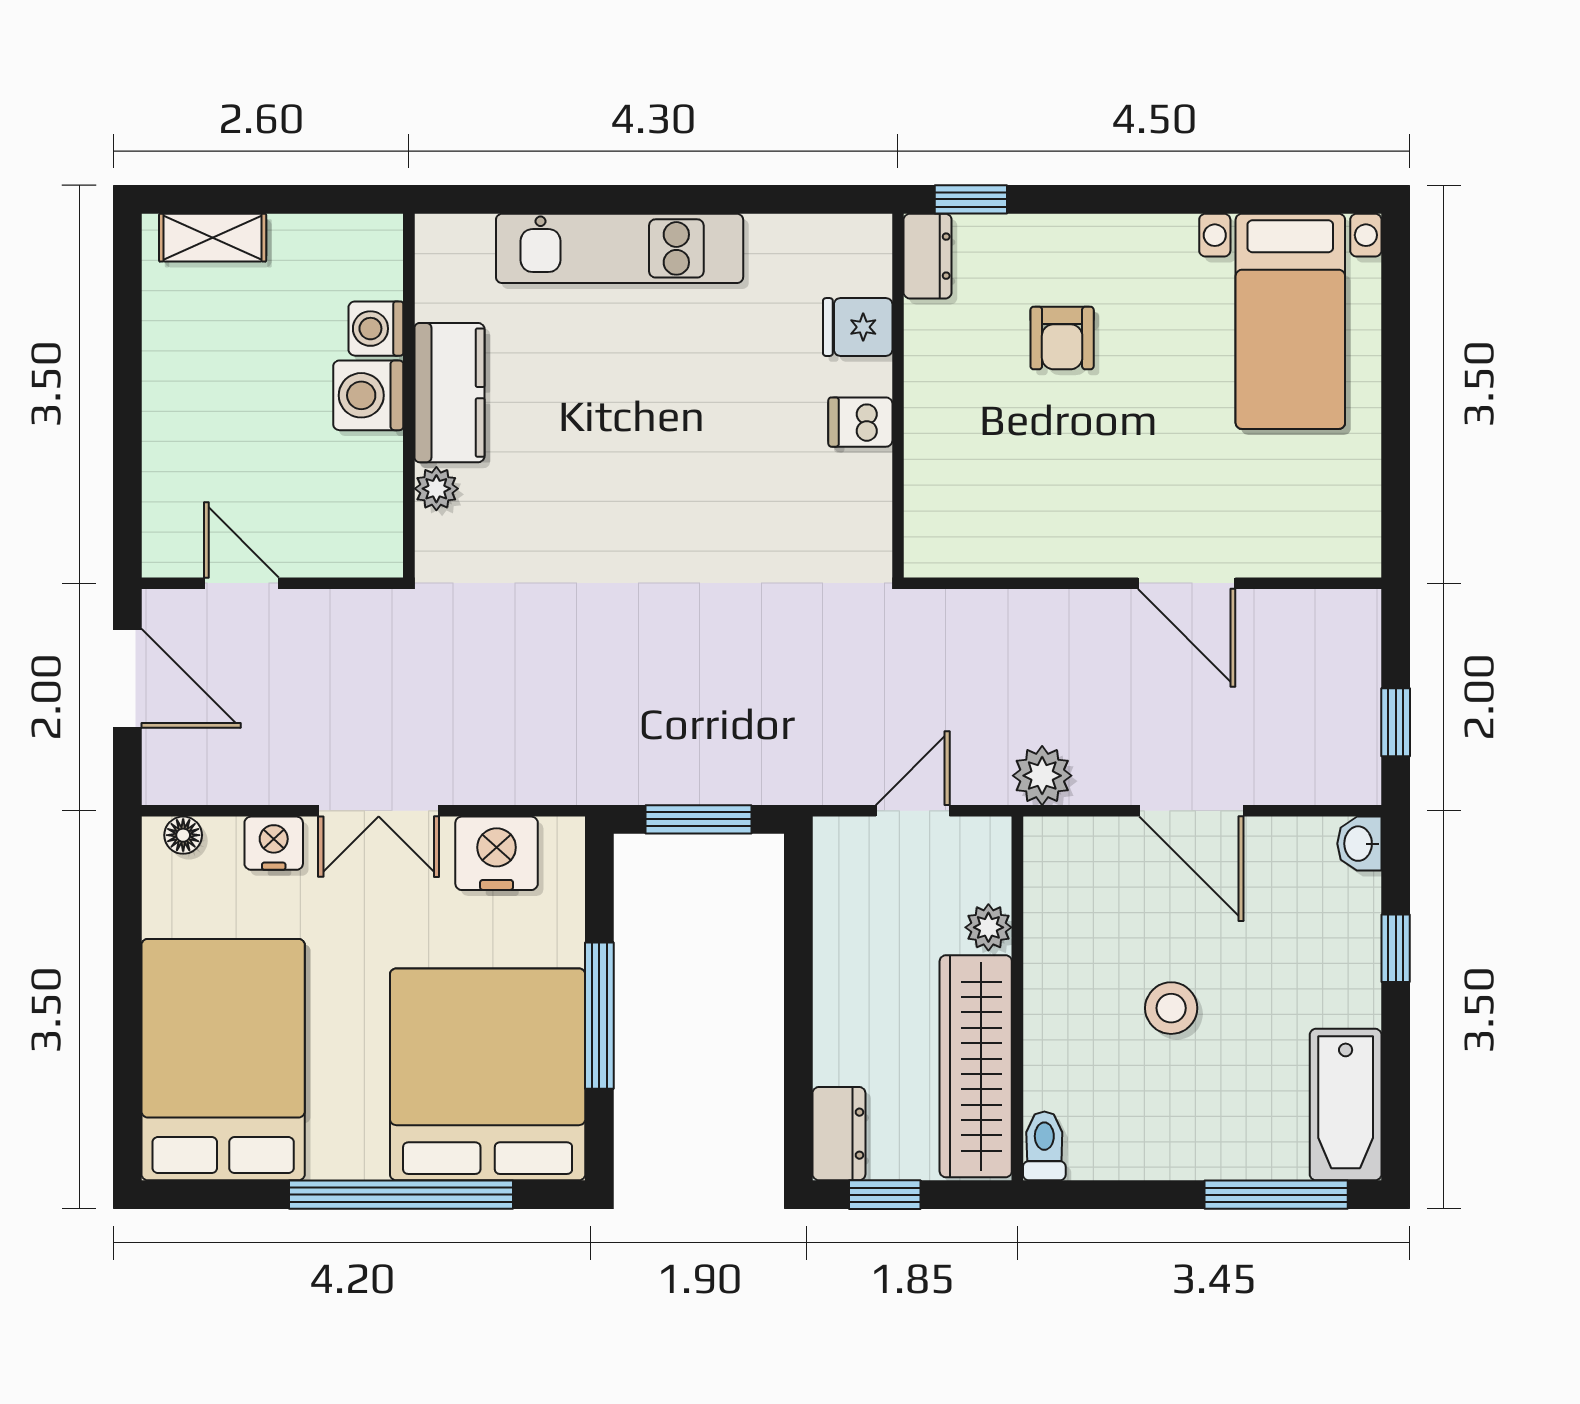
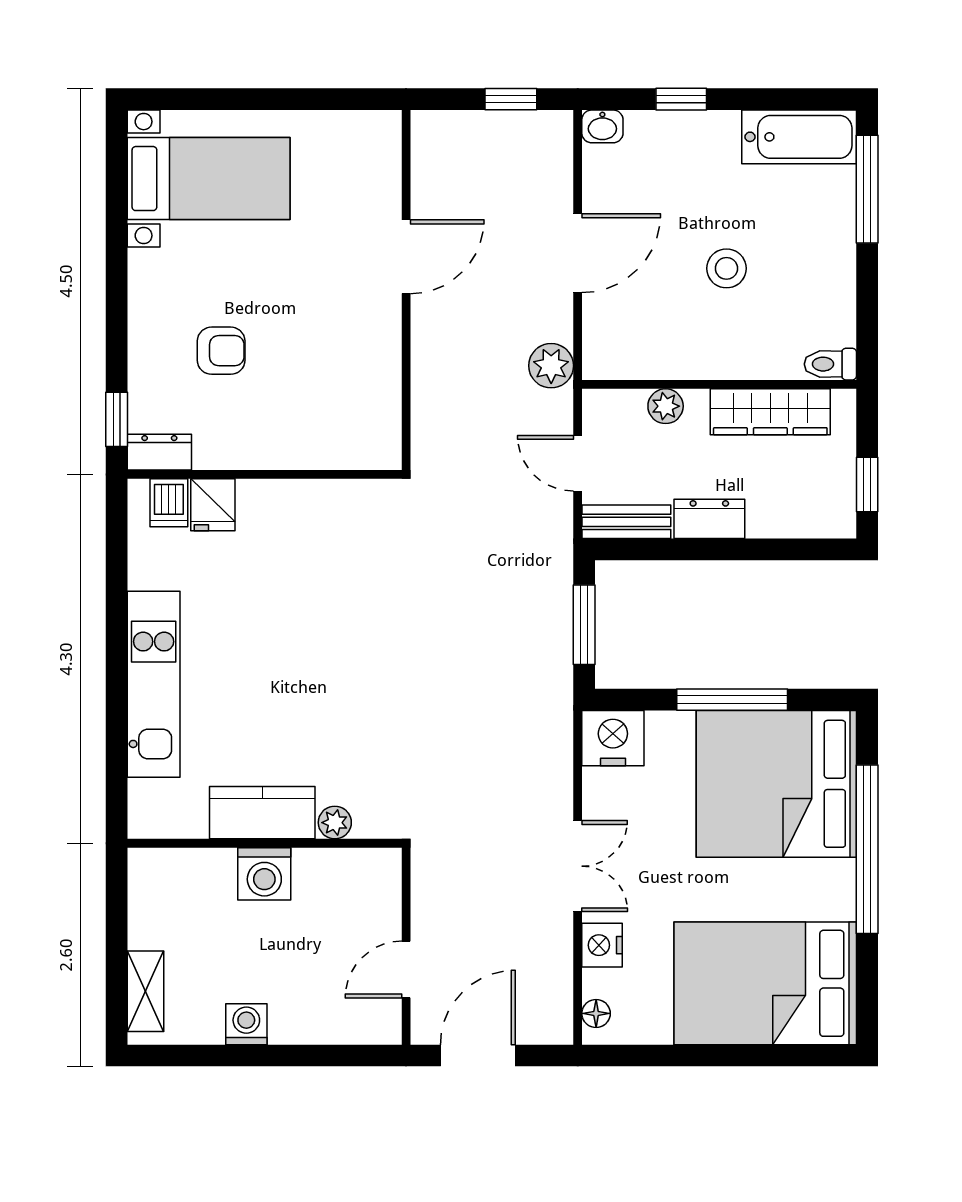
washing machine: (376, 329) -> (246, 1024), moved, turned 180
dishwasher: (860, 422) -> (169, 503), moved
nightstand: (497, 853) -> (613, 738), moved, turned 90
bench: (835, 875) -> (626, 522), added
wardrobe: (976, 1066) -> (770, 412), width x0.71, depth x0.85
dresser: (839, 1134) -> (709, 519), moved

